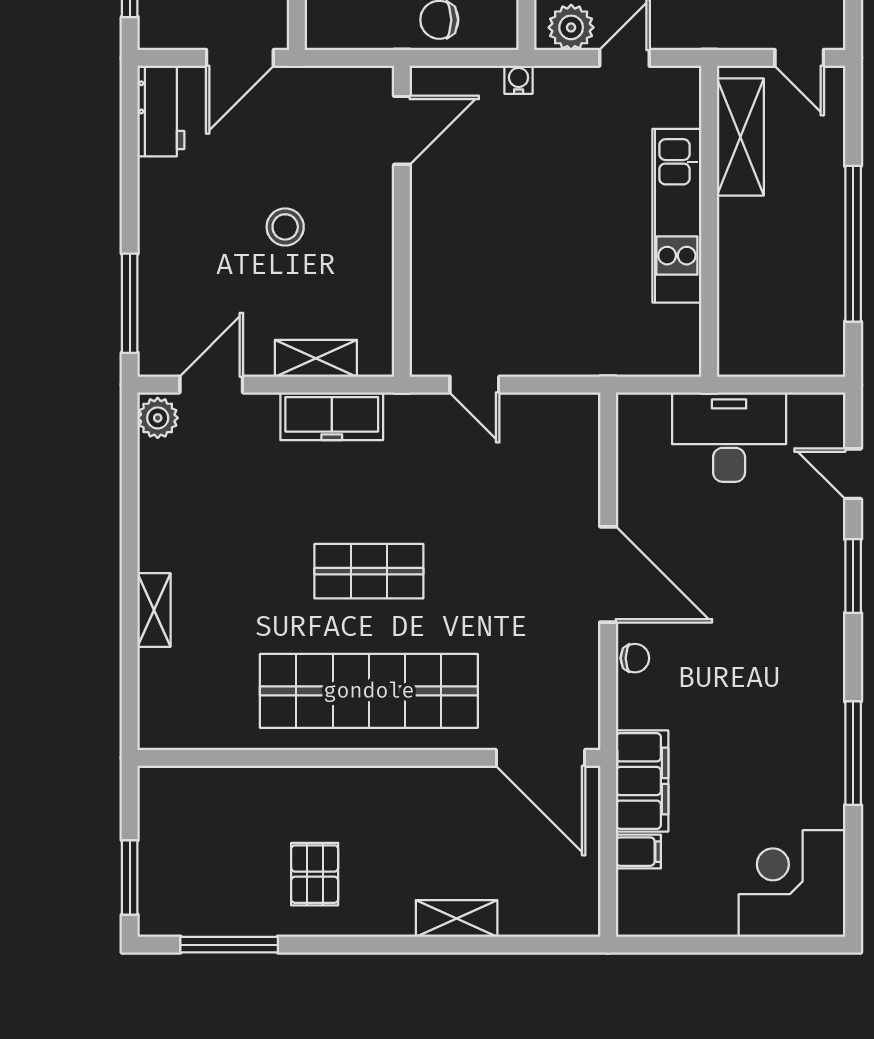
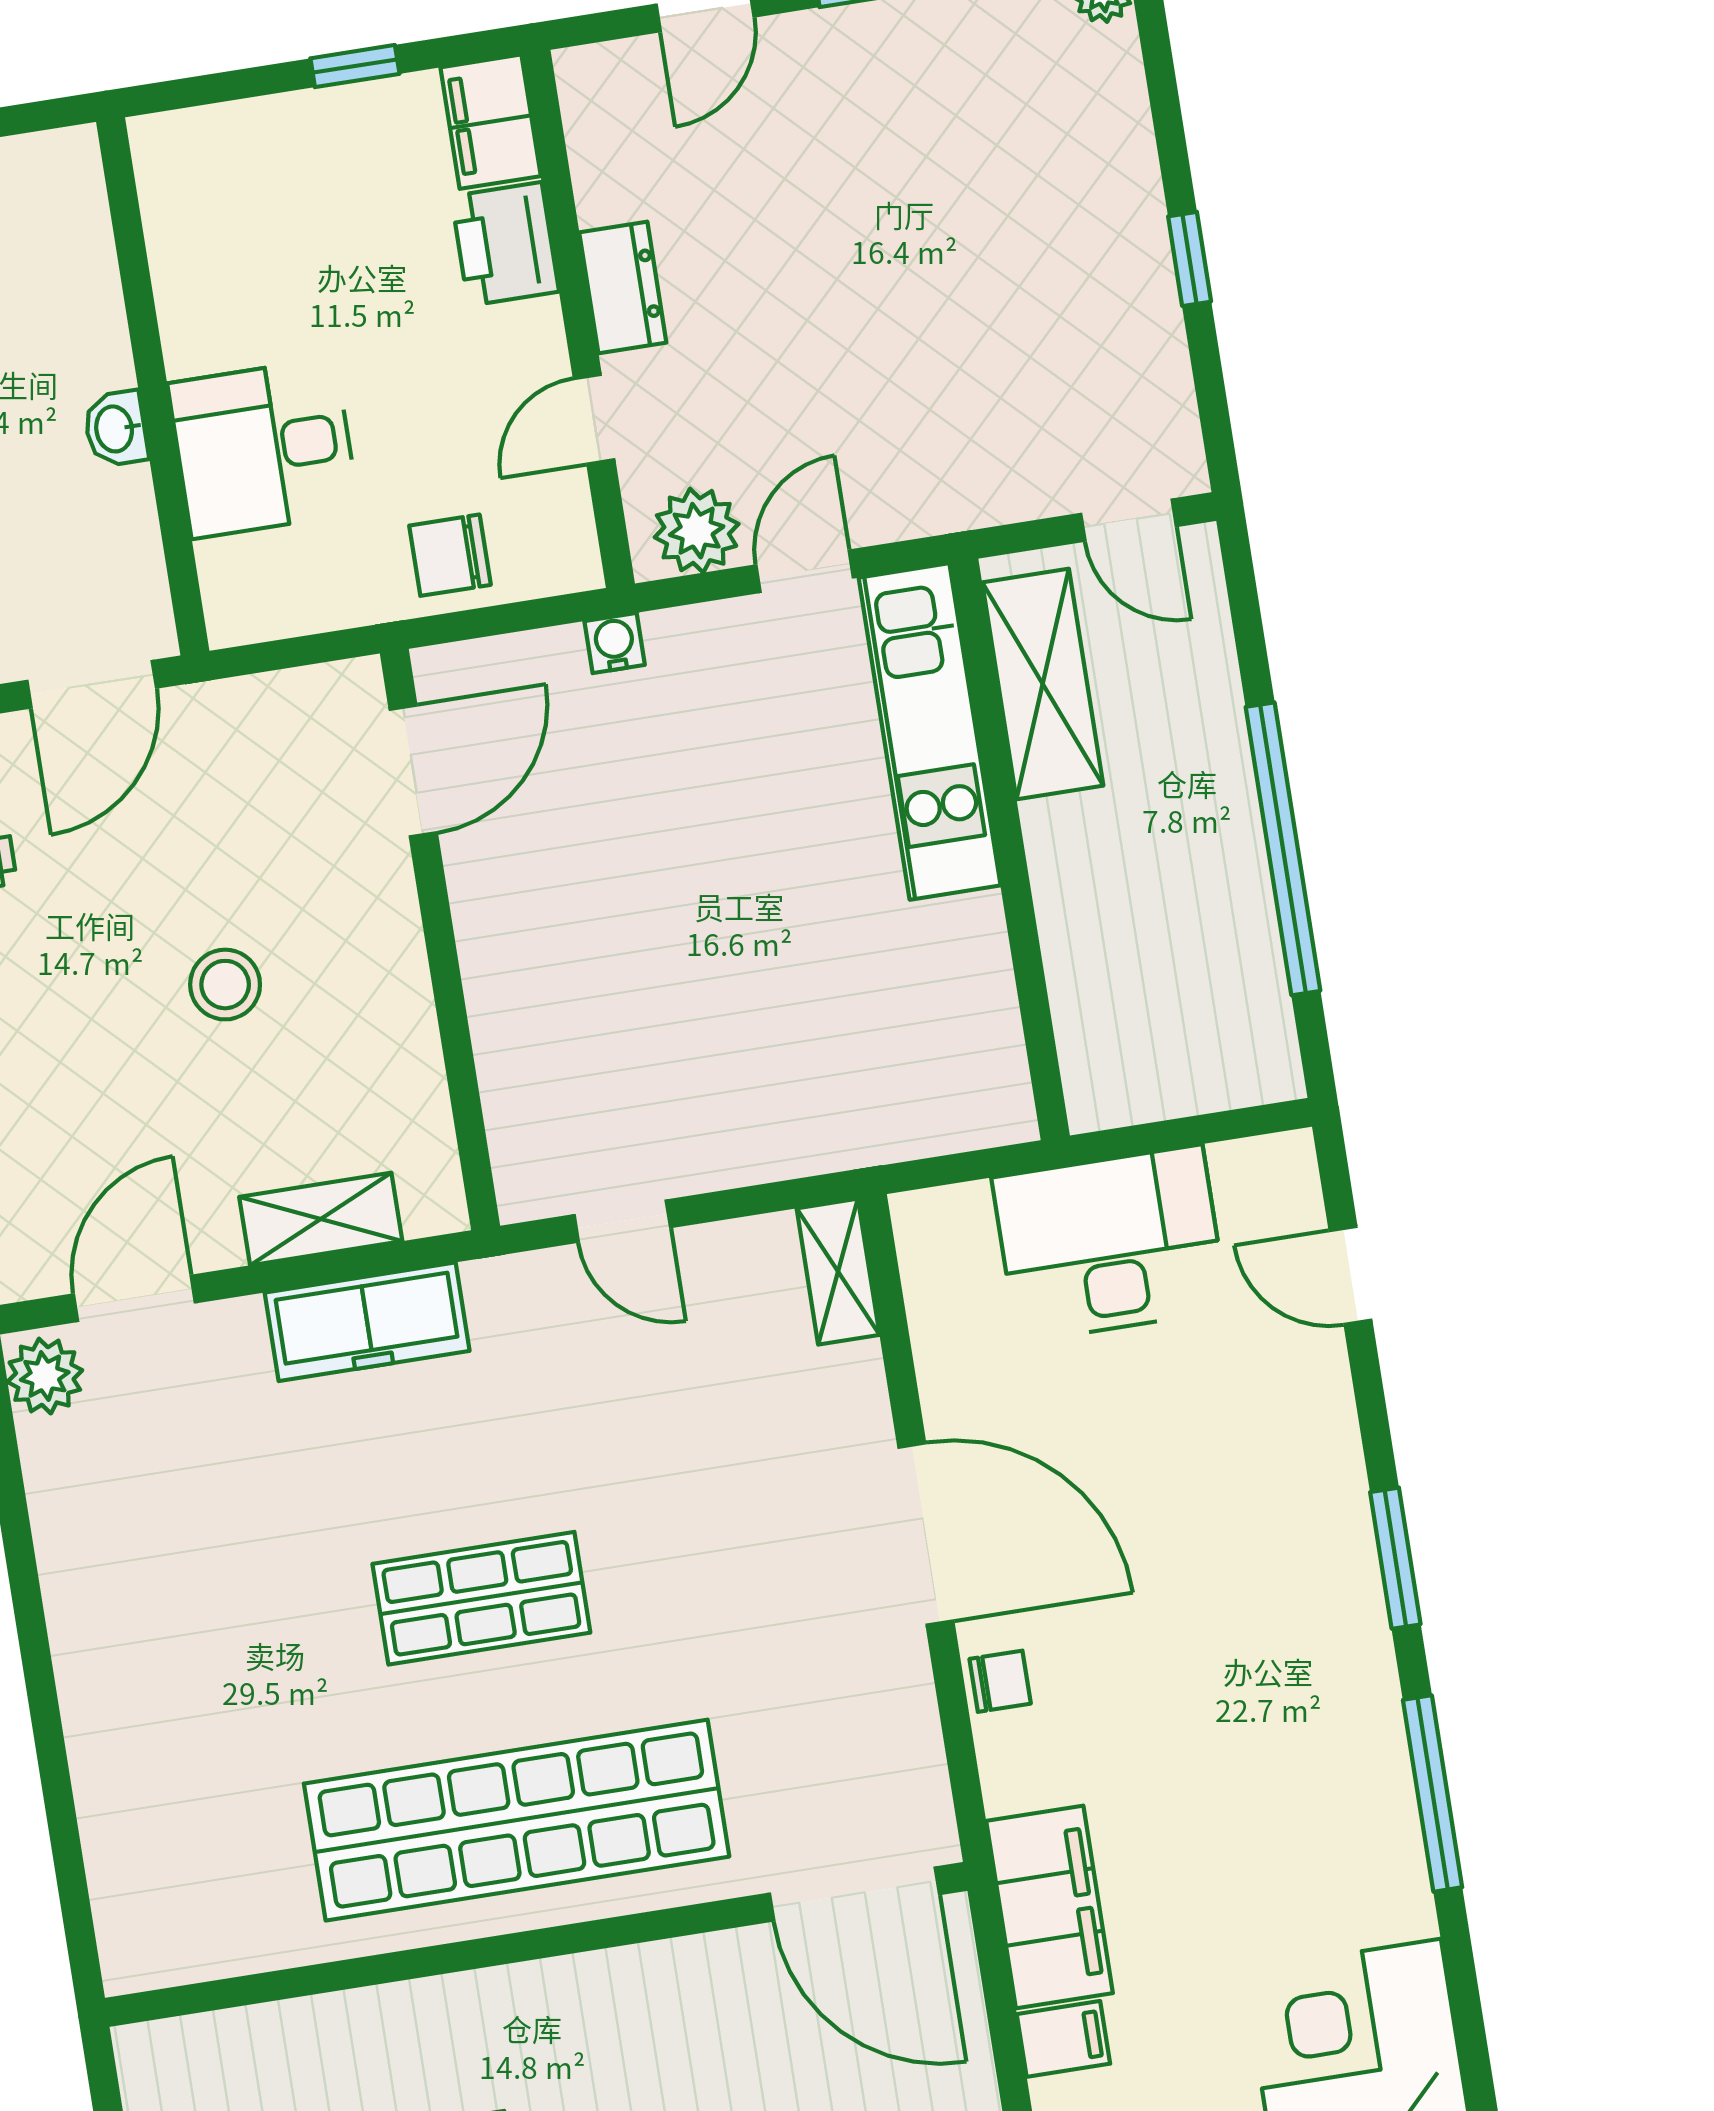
kitchen unit: (677, 216) -> (930, 732), moved
window: (853, 576) -> (1395, 1558), moved
shelving: (154, 610) -> (838, 1272), moved

